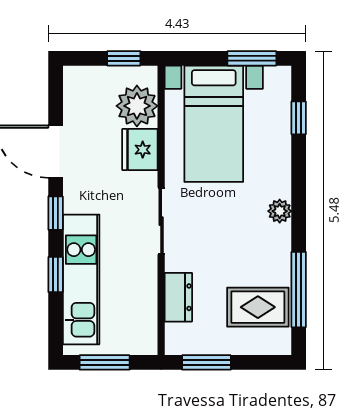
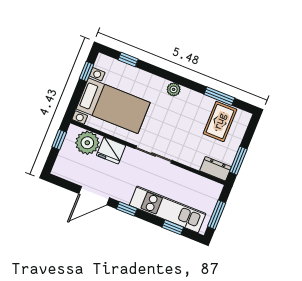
window: (252, 58) -> (87, 72), width x0.67
window: (56, 275) -> (173, 227), moved
window: (299, 290) -> (219, 96), width x0.69
dresser: (178, 297) -> (216, 169), moved

